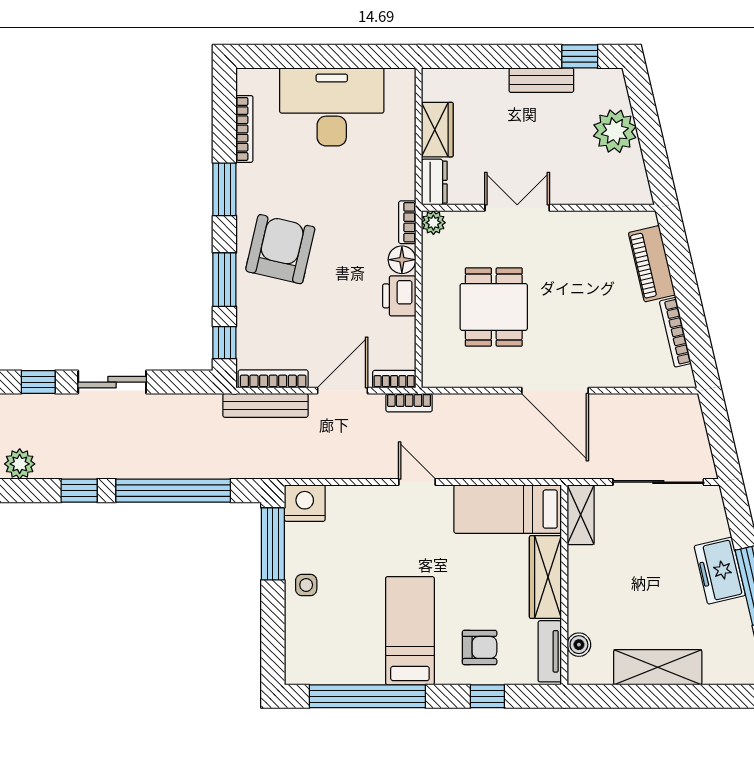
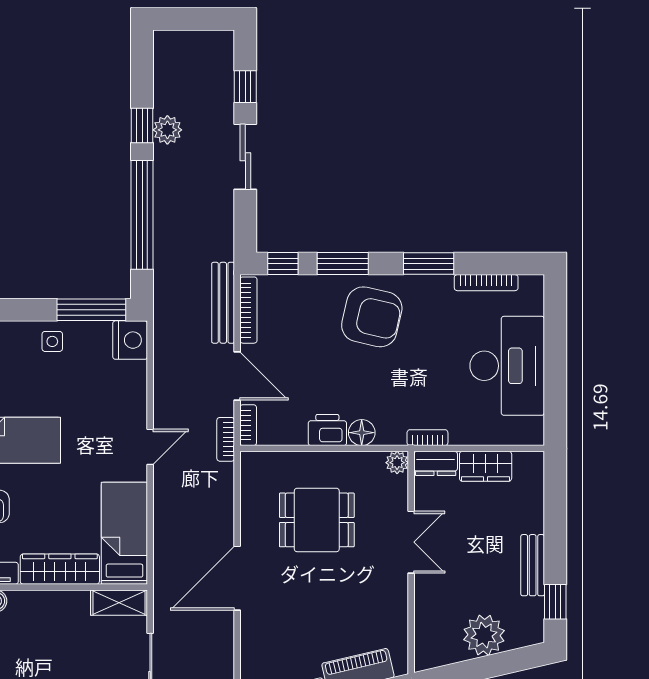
bookcase: (407, 222) -> (427, 438), moved
plant: (20, 464) -> (167, 130), moved

